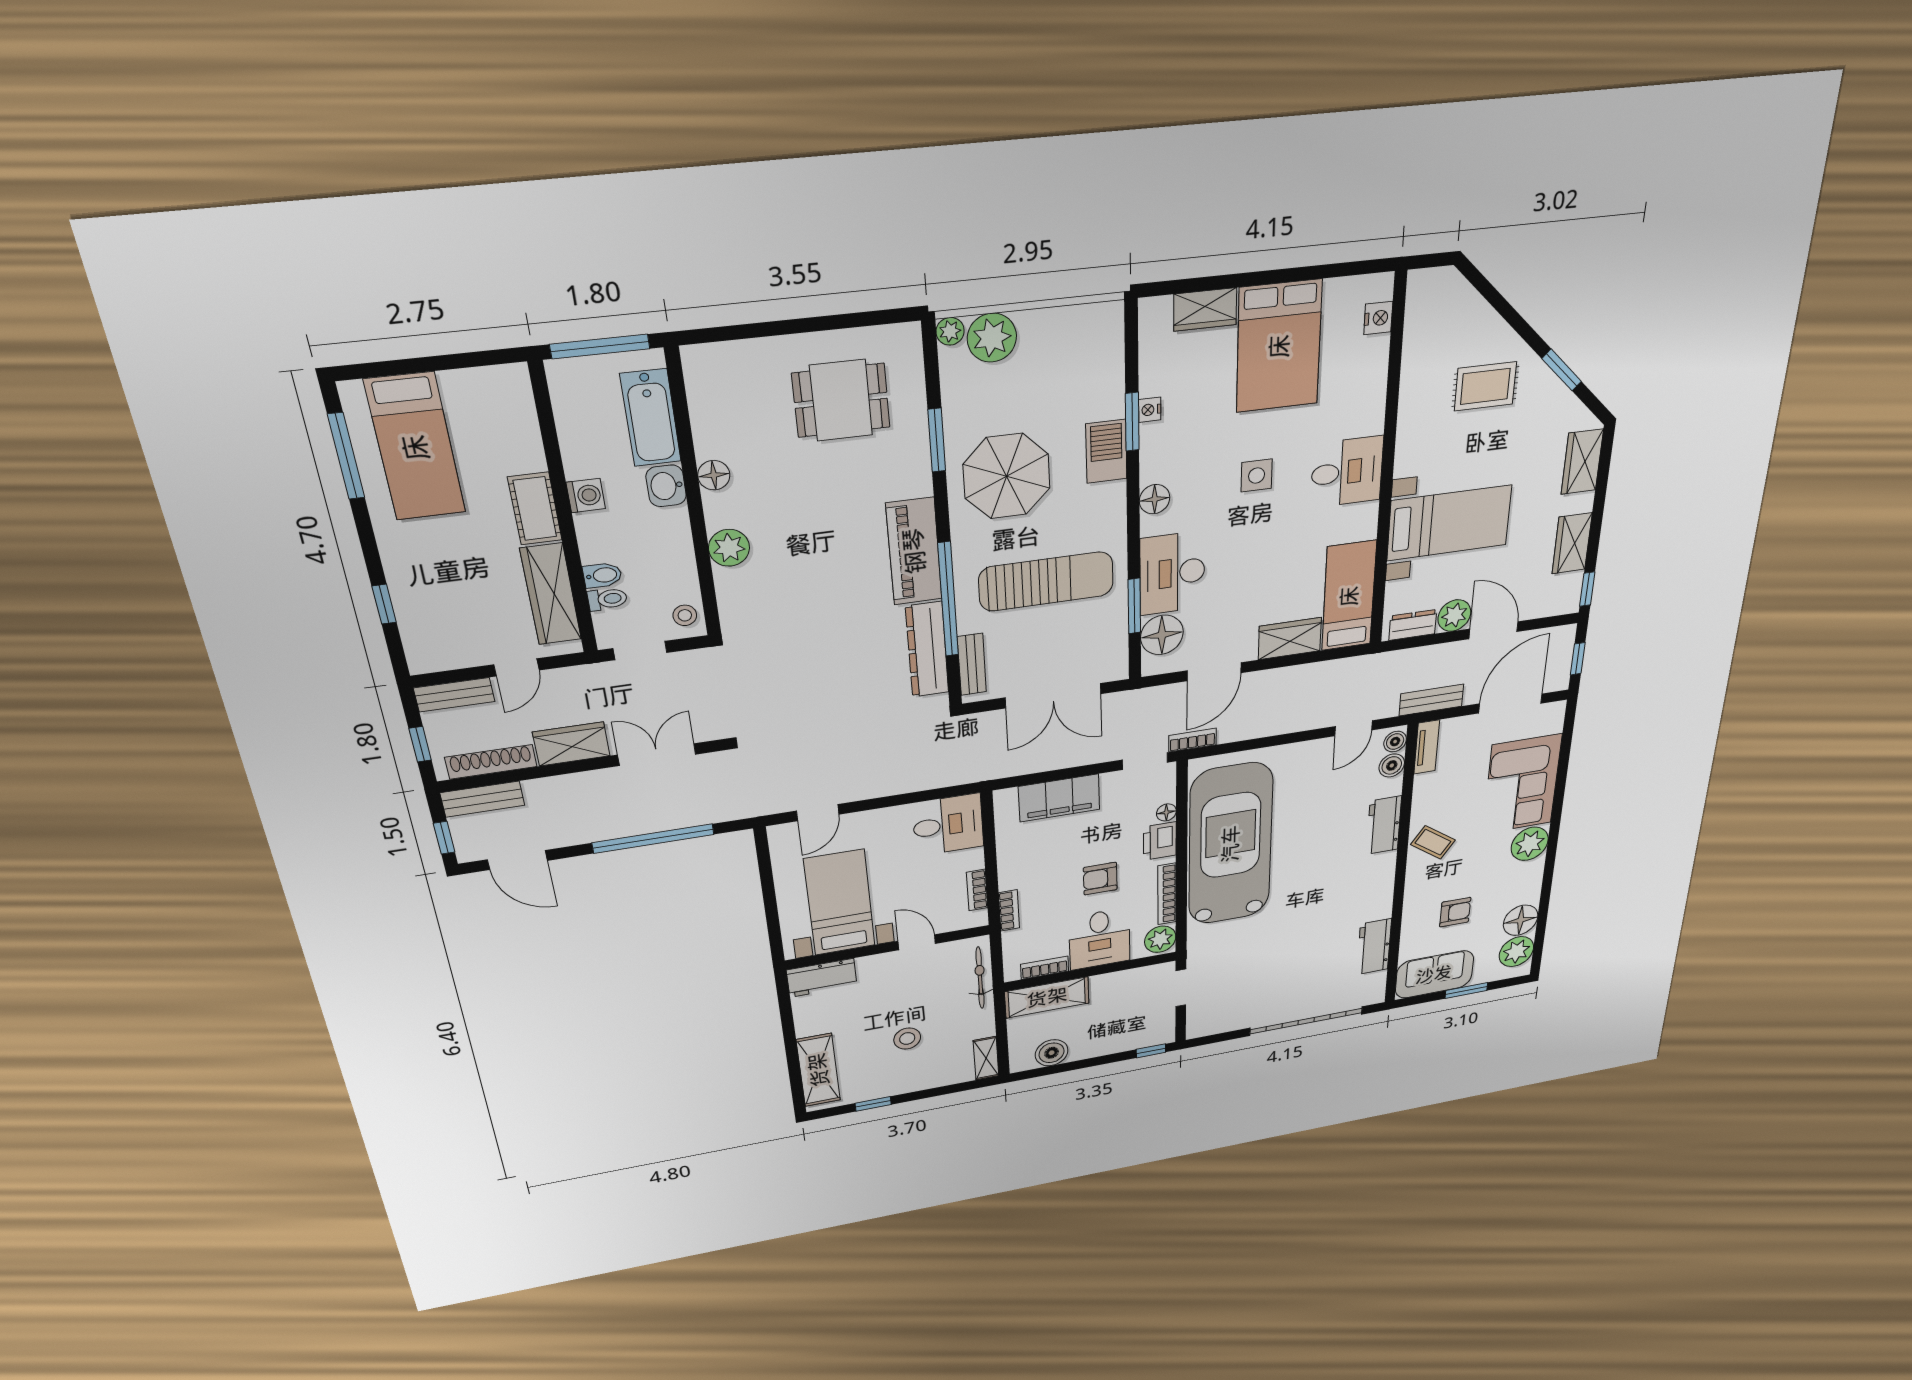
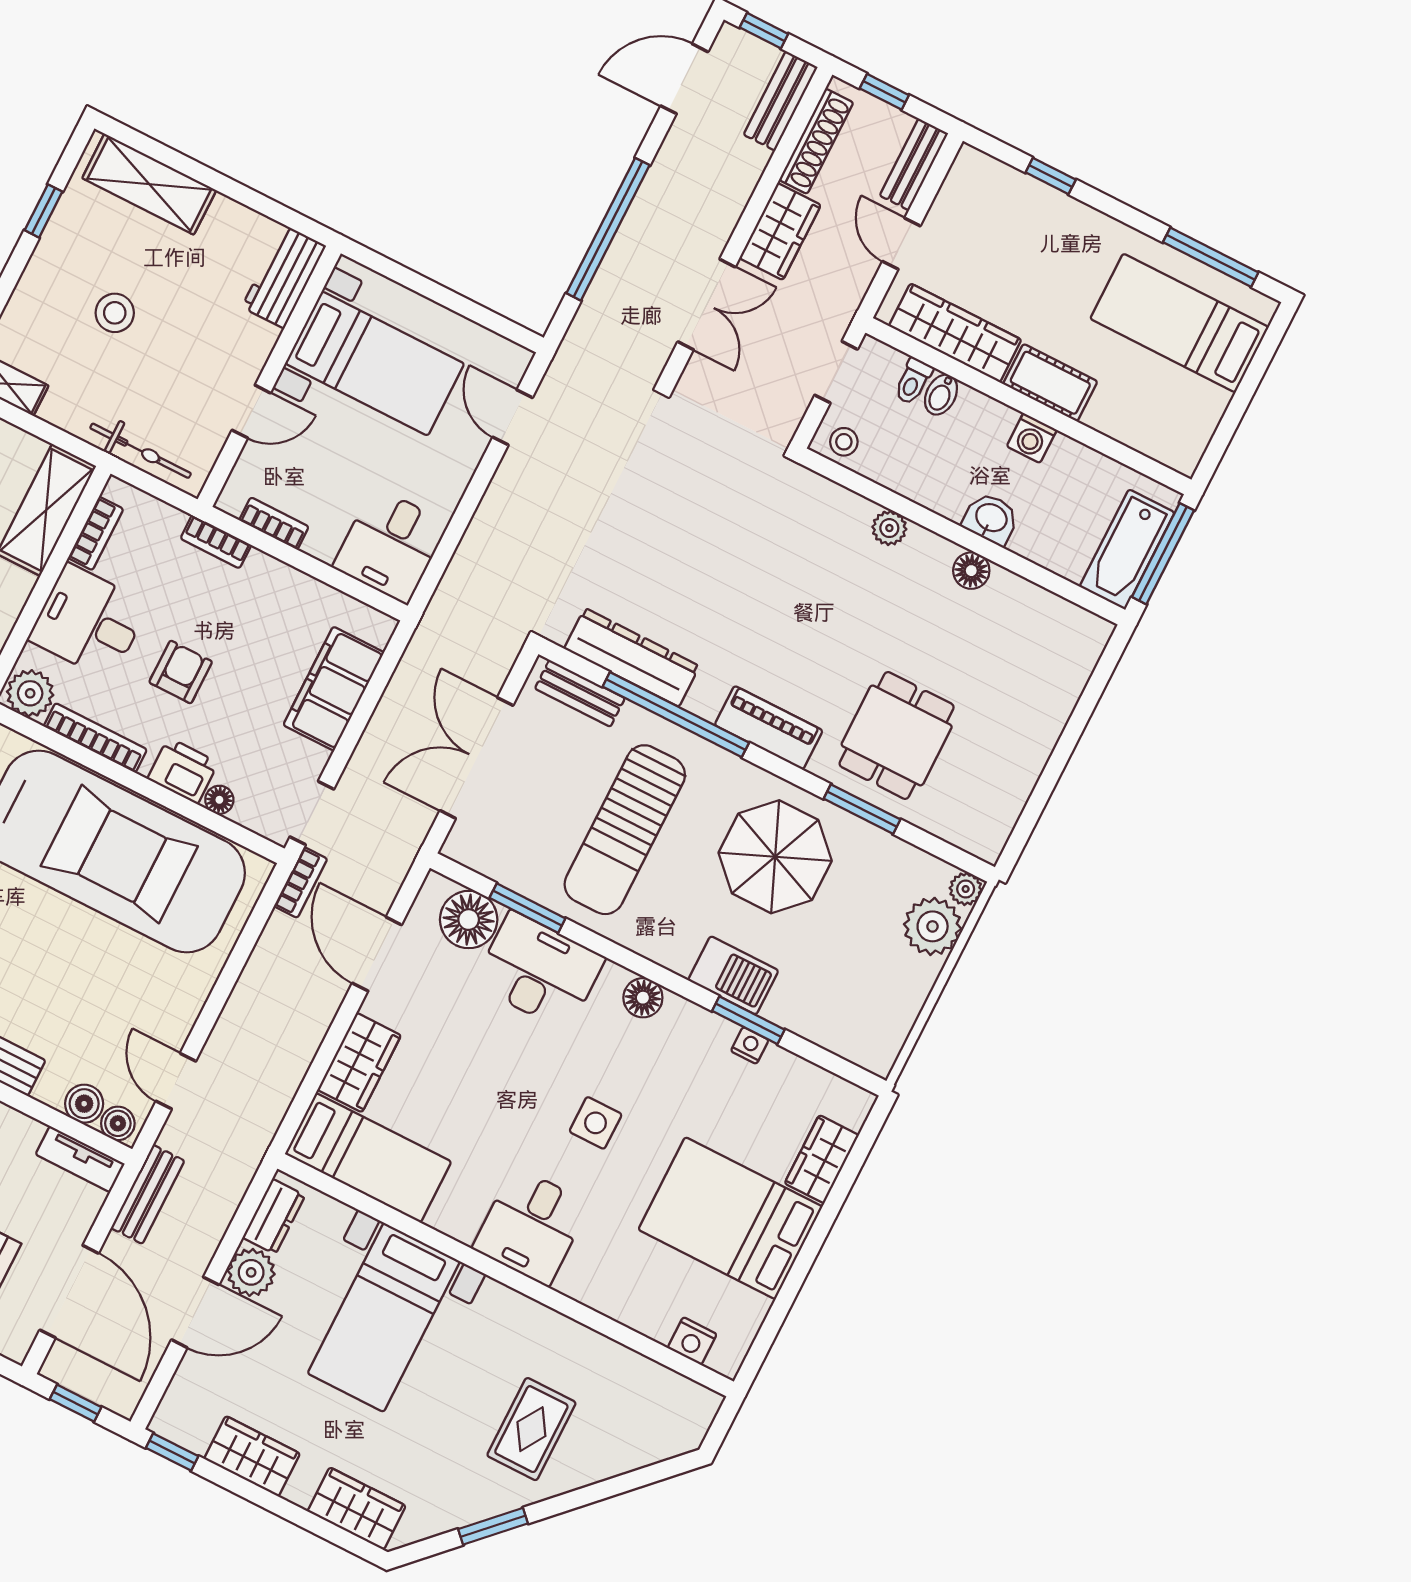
dining table: (841, 400) -> (897, 735), moved
bathtub: (651, 418) -> (1127, 550), moved, turned -90
plant: (729, 548) -> (889, 528), width x0.73, depth x0.73
piano: (914, 551) -> (769, 728), width x0.73, depth x0.75

